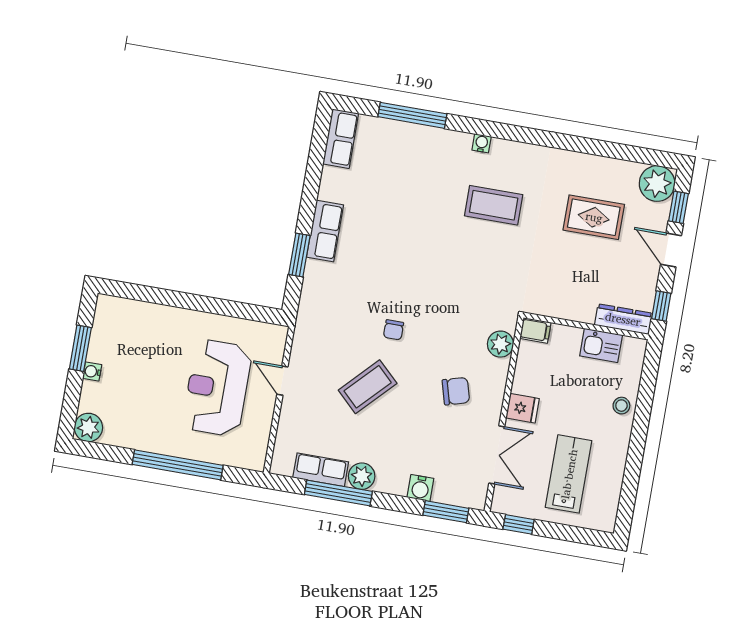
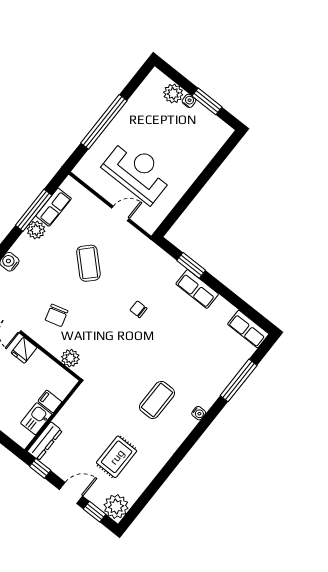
chair: (394, 330) -> (138, 309), moved
filing cabinet: (535, 330) -> (50, 401), moved, turned 90
plant: (88, 427) -> (173, 93), moved

